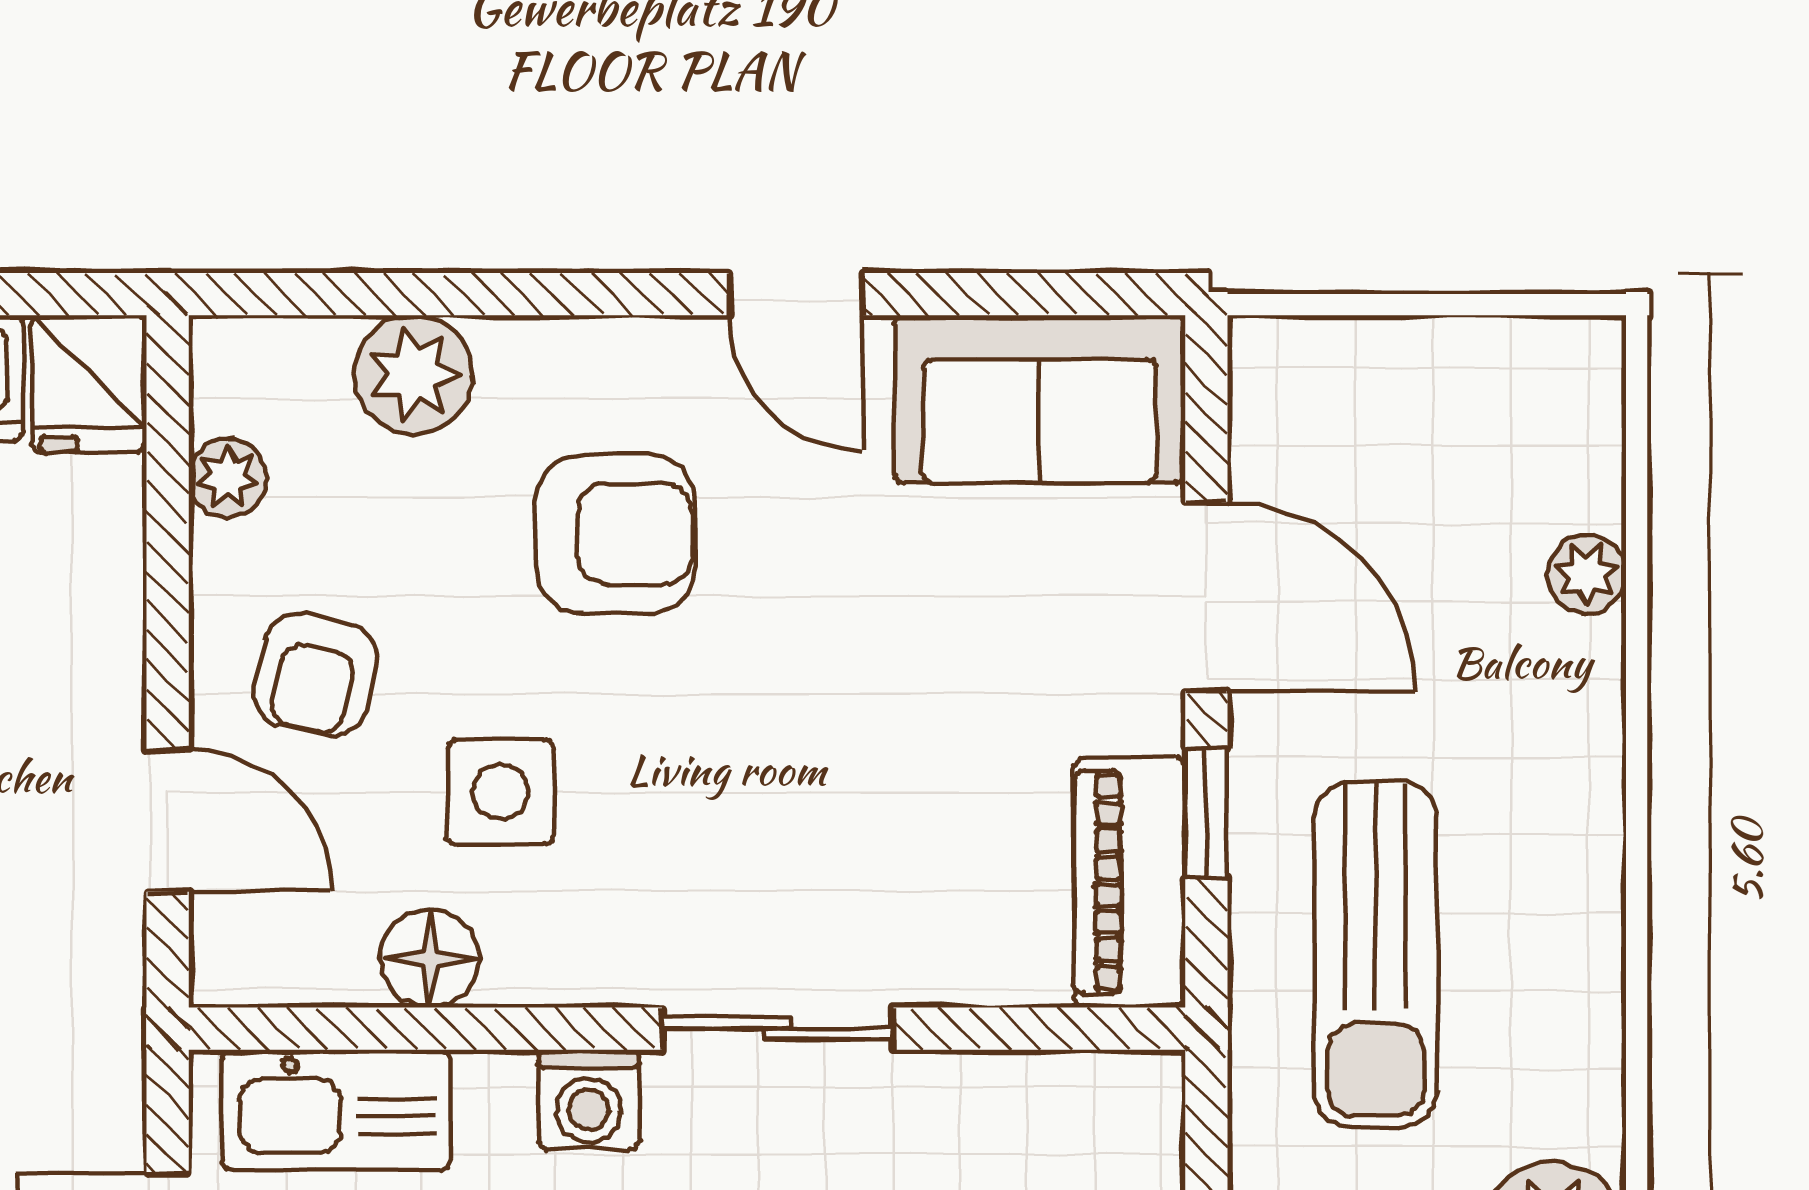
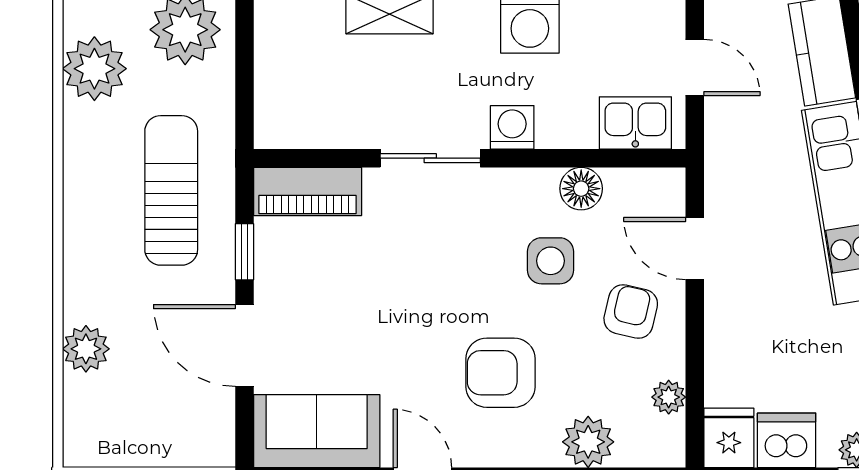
plant: (1587, 574) -> (86, 349), width x1.38, depth x1.38
piano: (1130, 882) -> (308, 191), moved, turned 90
kitchen sink: (336, 1110) -> (635, 123), width x0.73

